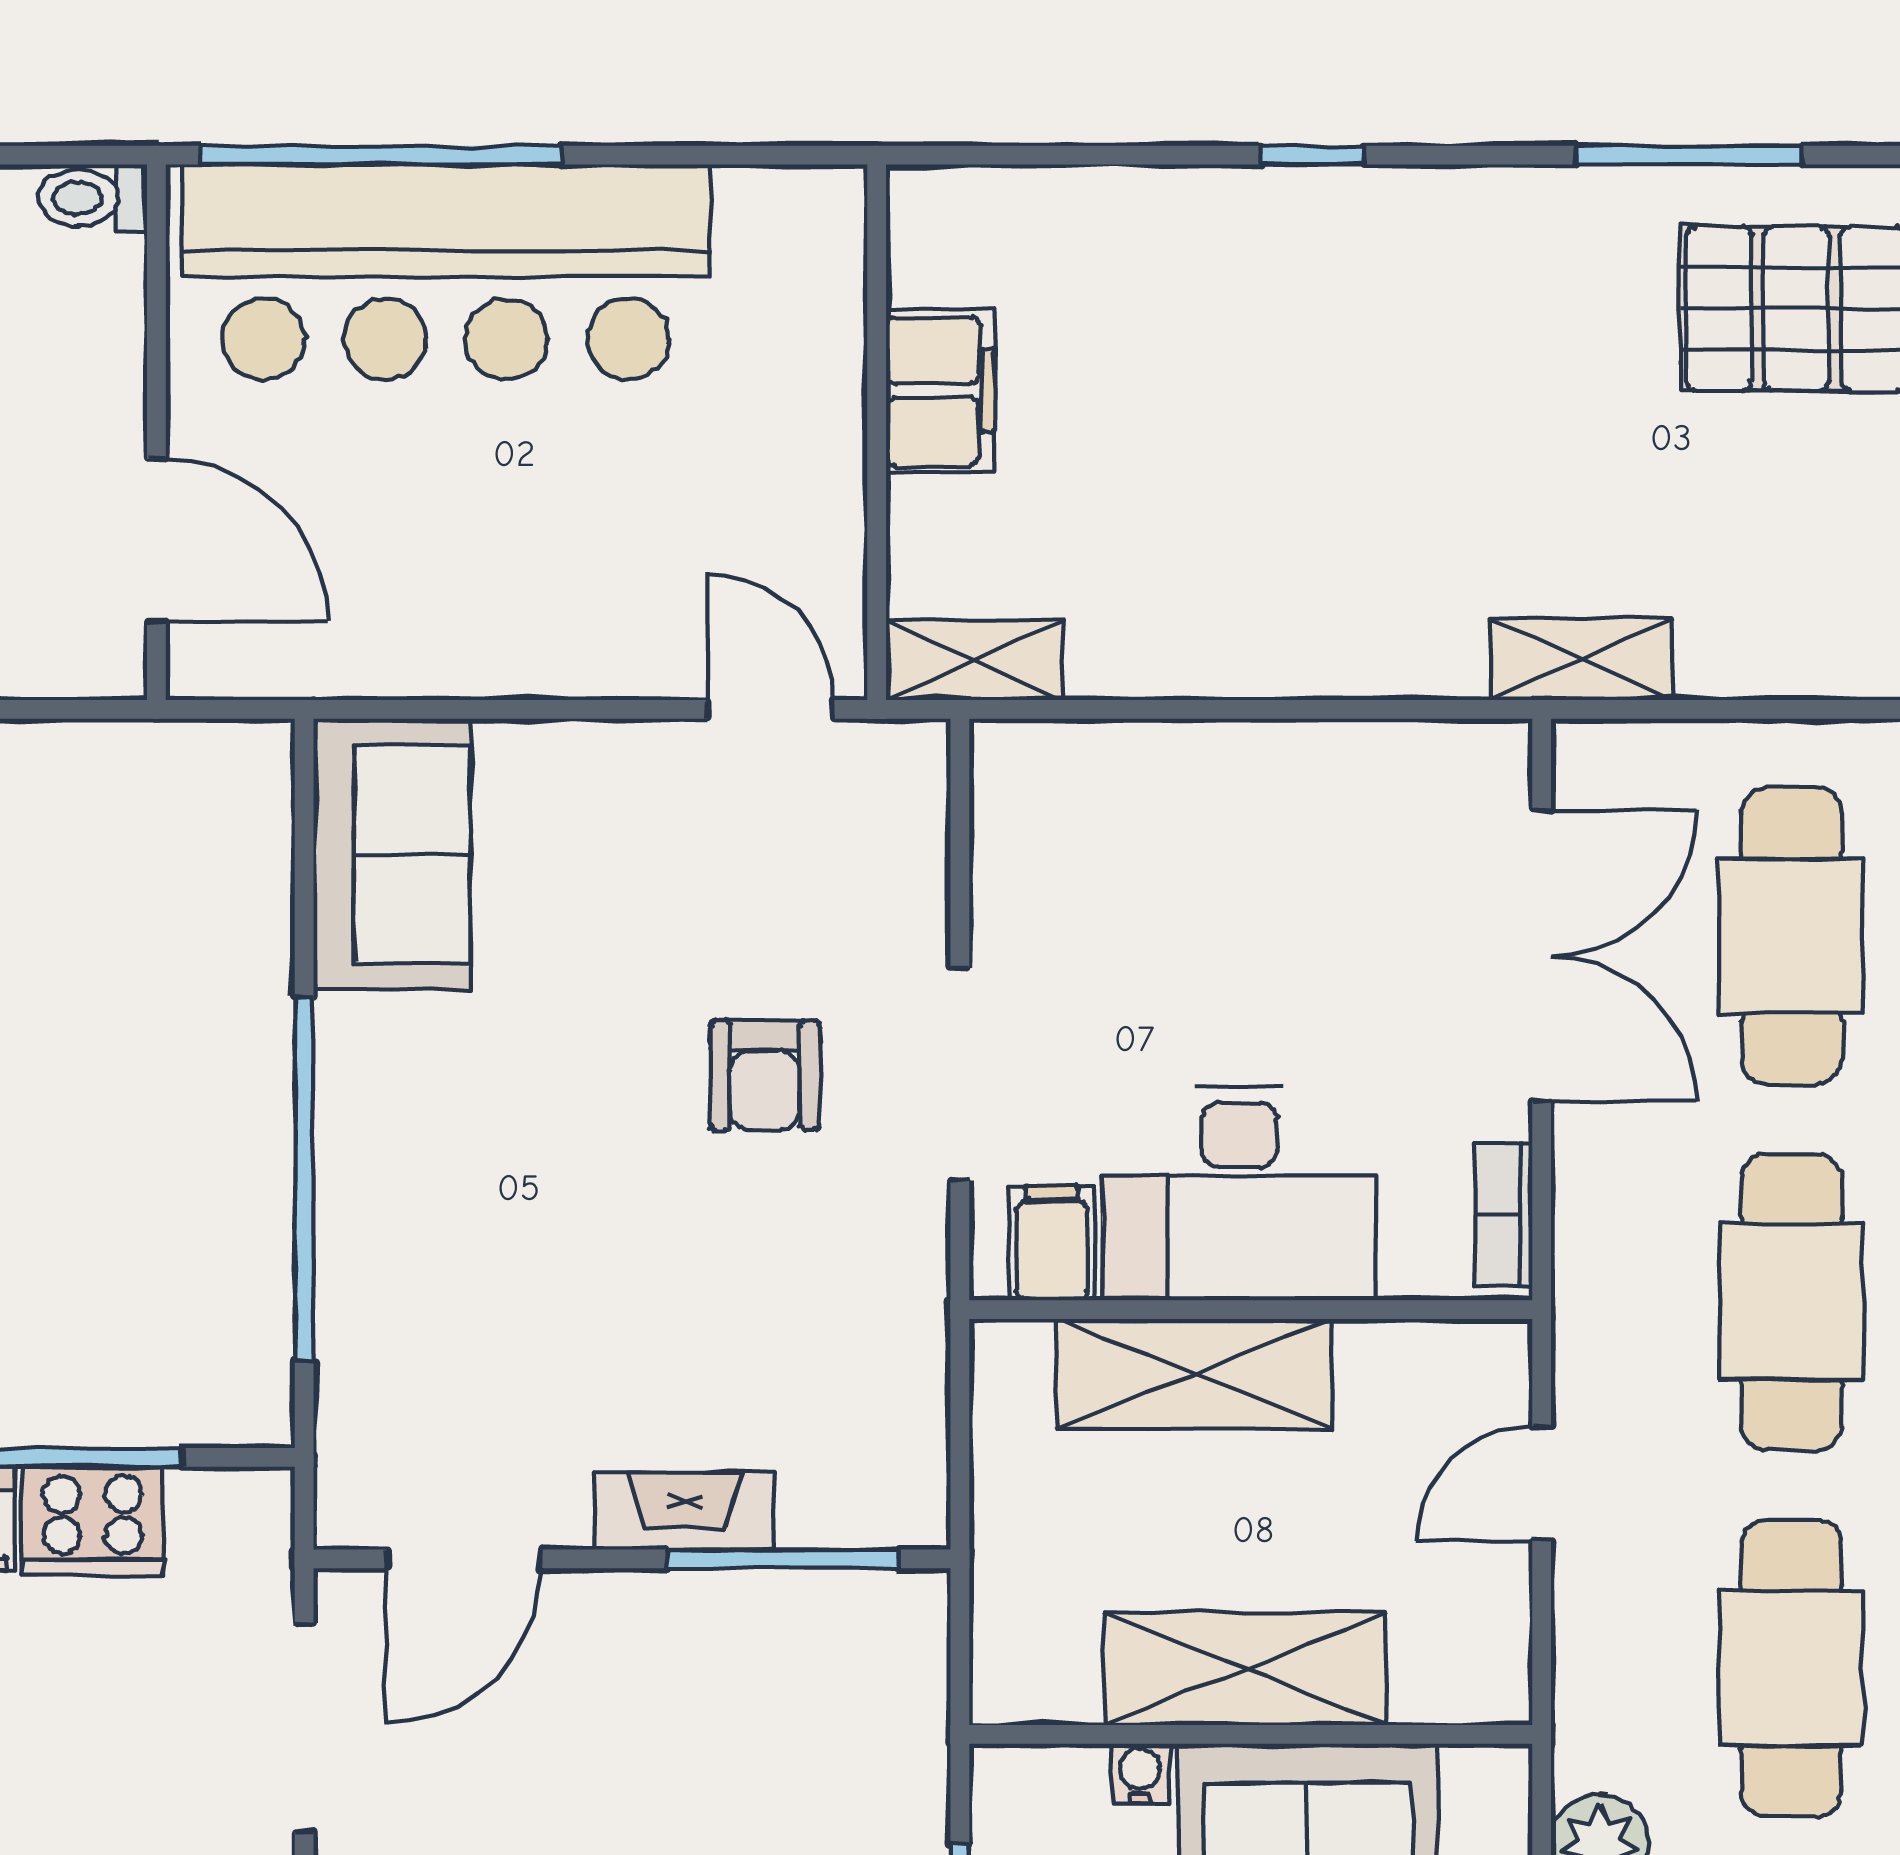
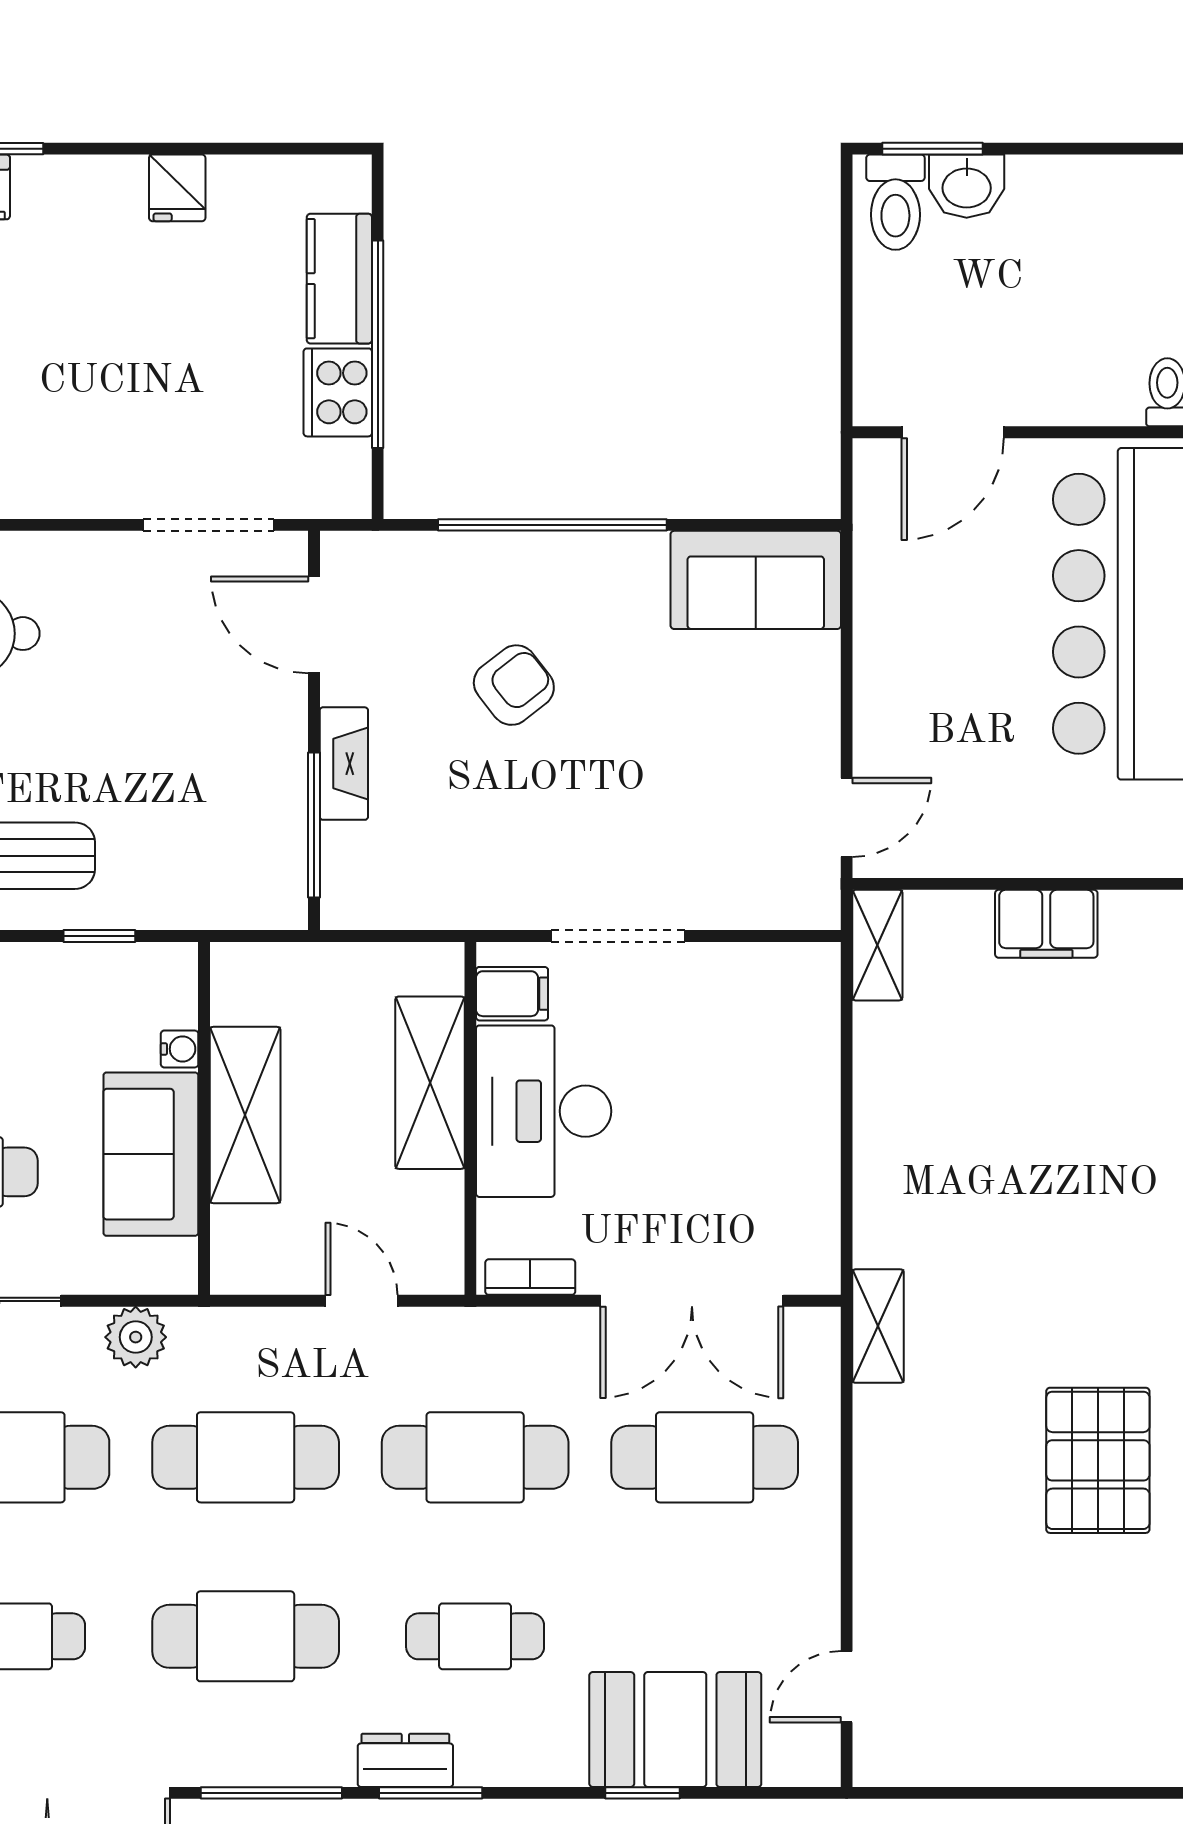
armchair: (765, 1075) -> (514, 685), moved, turned 142

